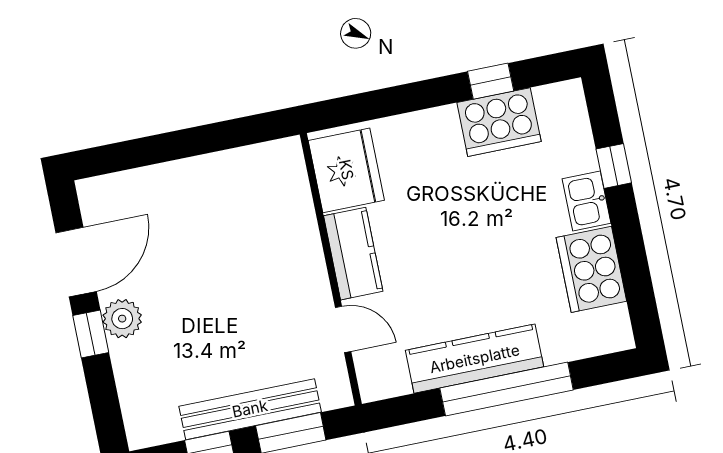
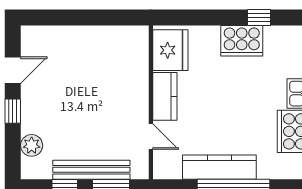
cooker: (499, 122) -> (242, 41), moved
door: (76, 262) -> (13, 70), width x0.73
plant: (122, 319) -> (32, 145), moved

